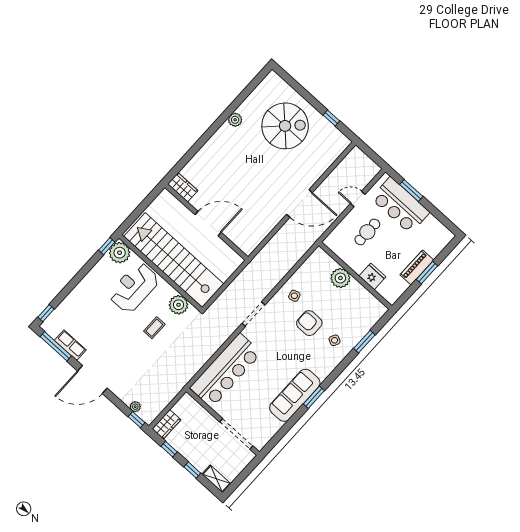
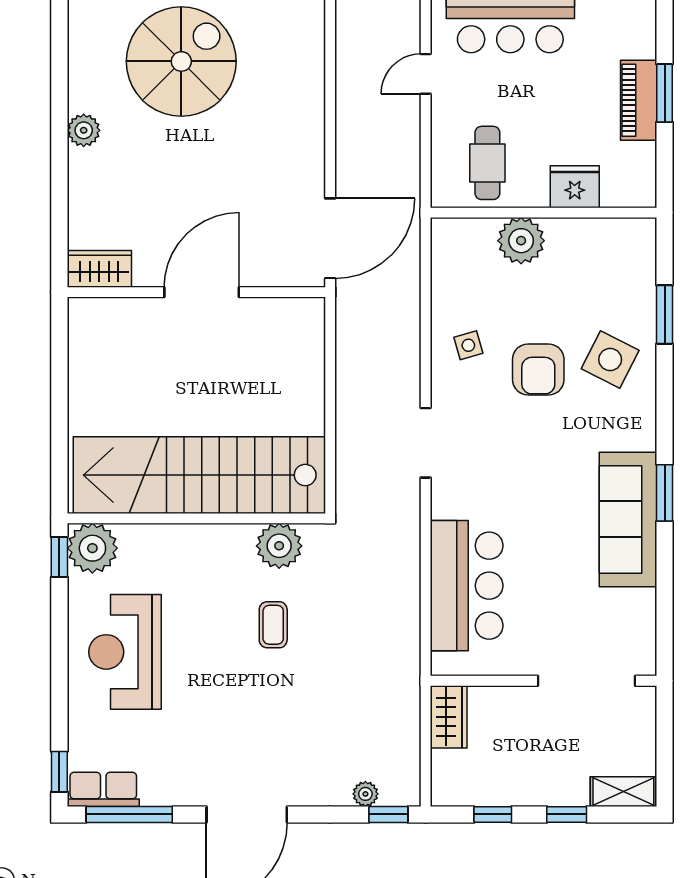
wardrobe: (183, 187) -> (99, 269), moved
door: (299, 203) -> (330, 238), moved
wall: (206, 222) -> (196, 292), moved
door: (208, 224) -> (202, 292), moved
cafe table: (367, 232) -> (487, 163), moved
reception desk: (134, 288) -> (125, 652), moved
armchair: (309, 323) -> (538, 369), turned -90
side table: (335, 340) -> (610, 360), width x1.87, depth x1.87
row of seats: (70, 345) -> (103, 789), moved
bar counter: (226, 370) -> (467, 586), width x0.73
wardrobe: (166, 424) -> (449, 717), moved

